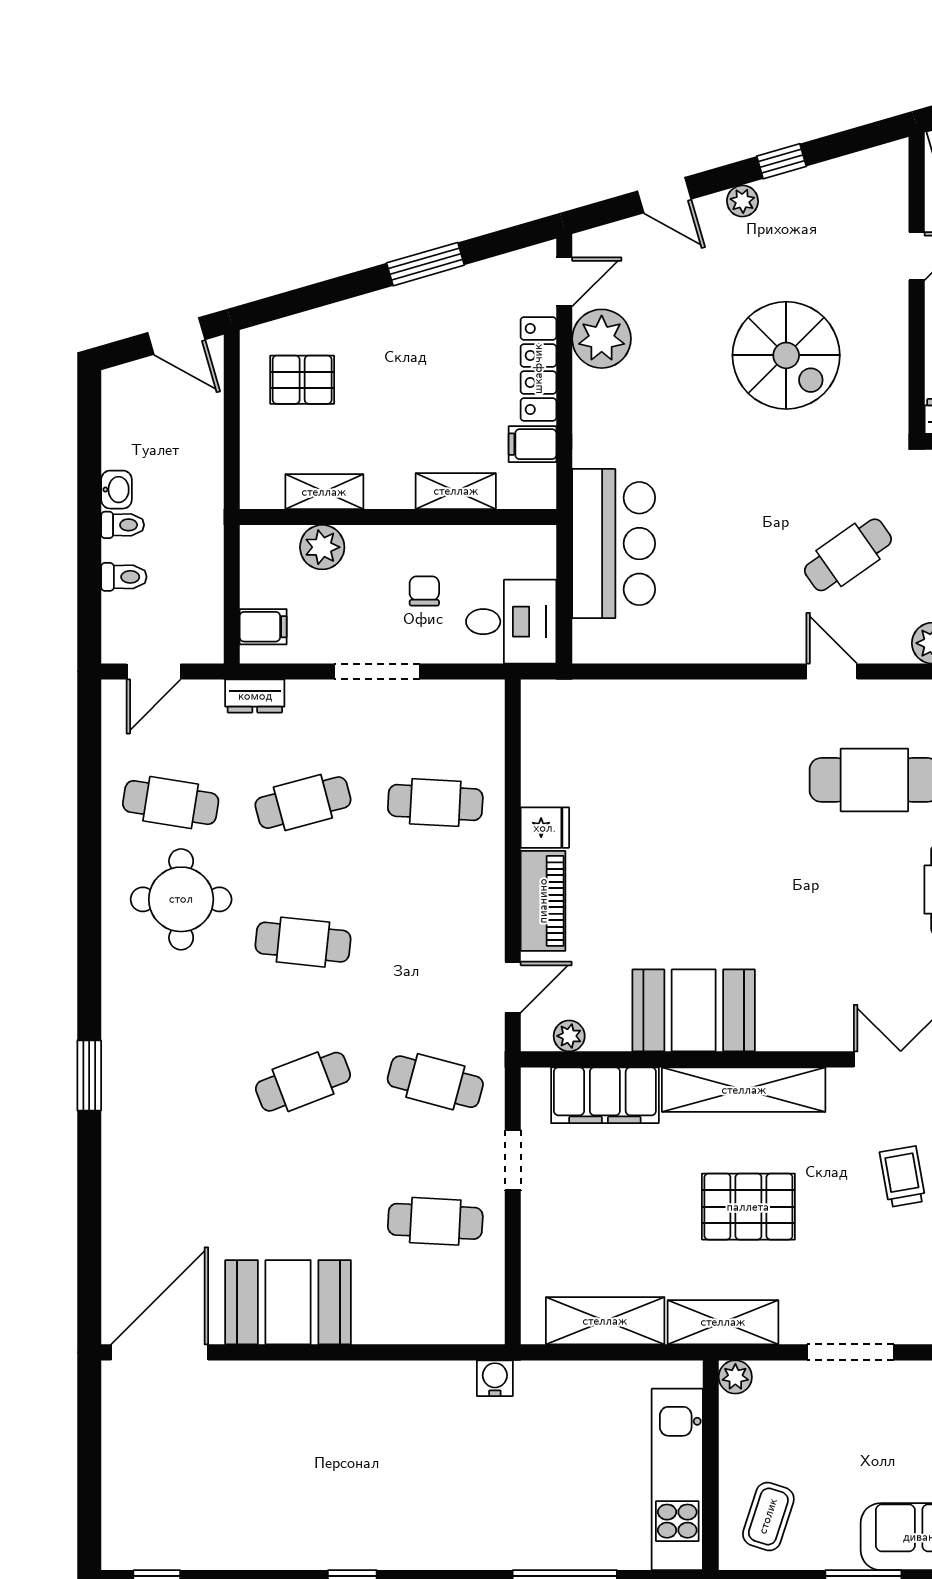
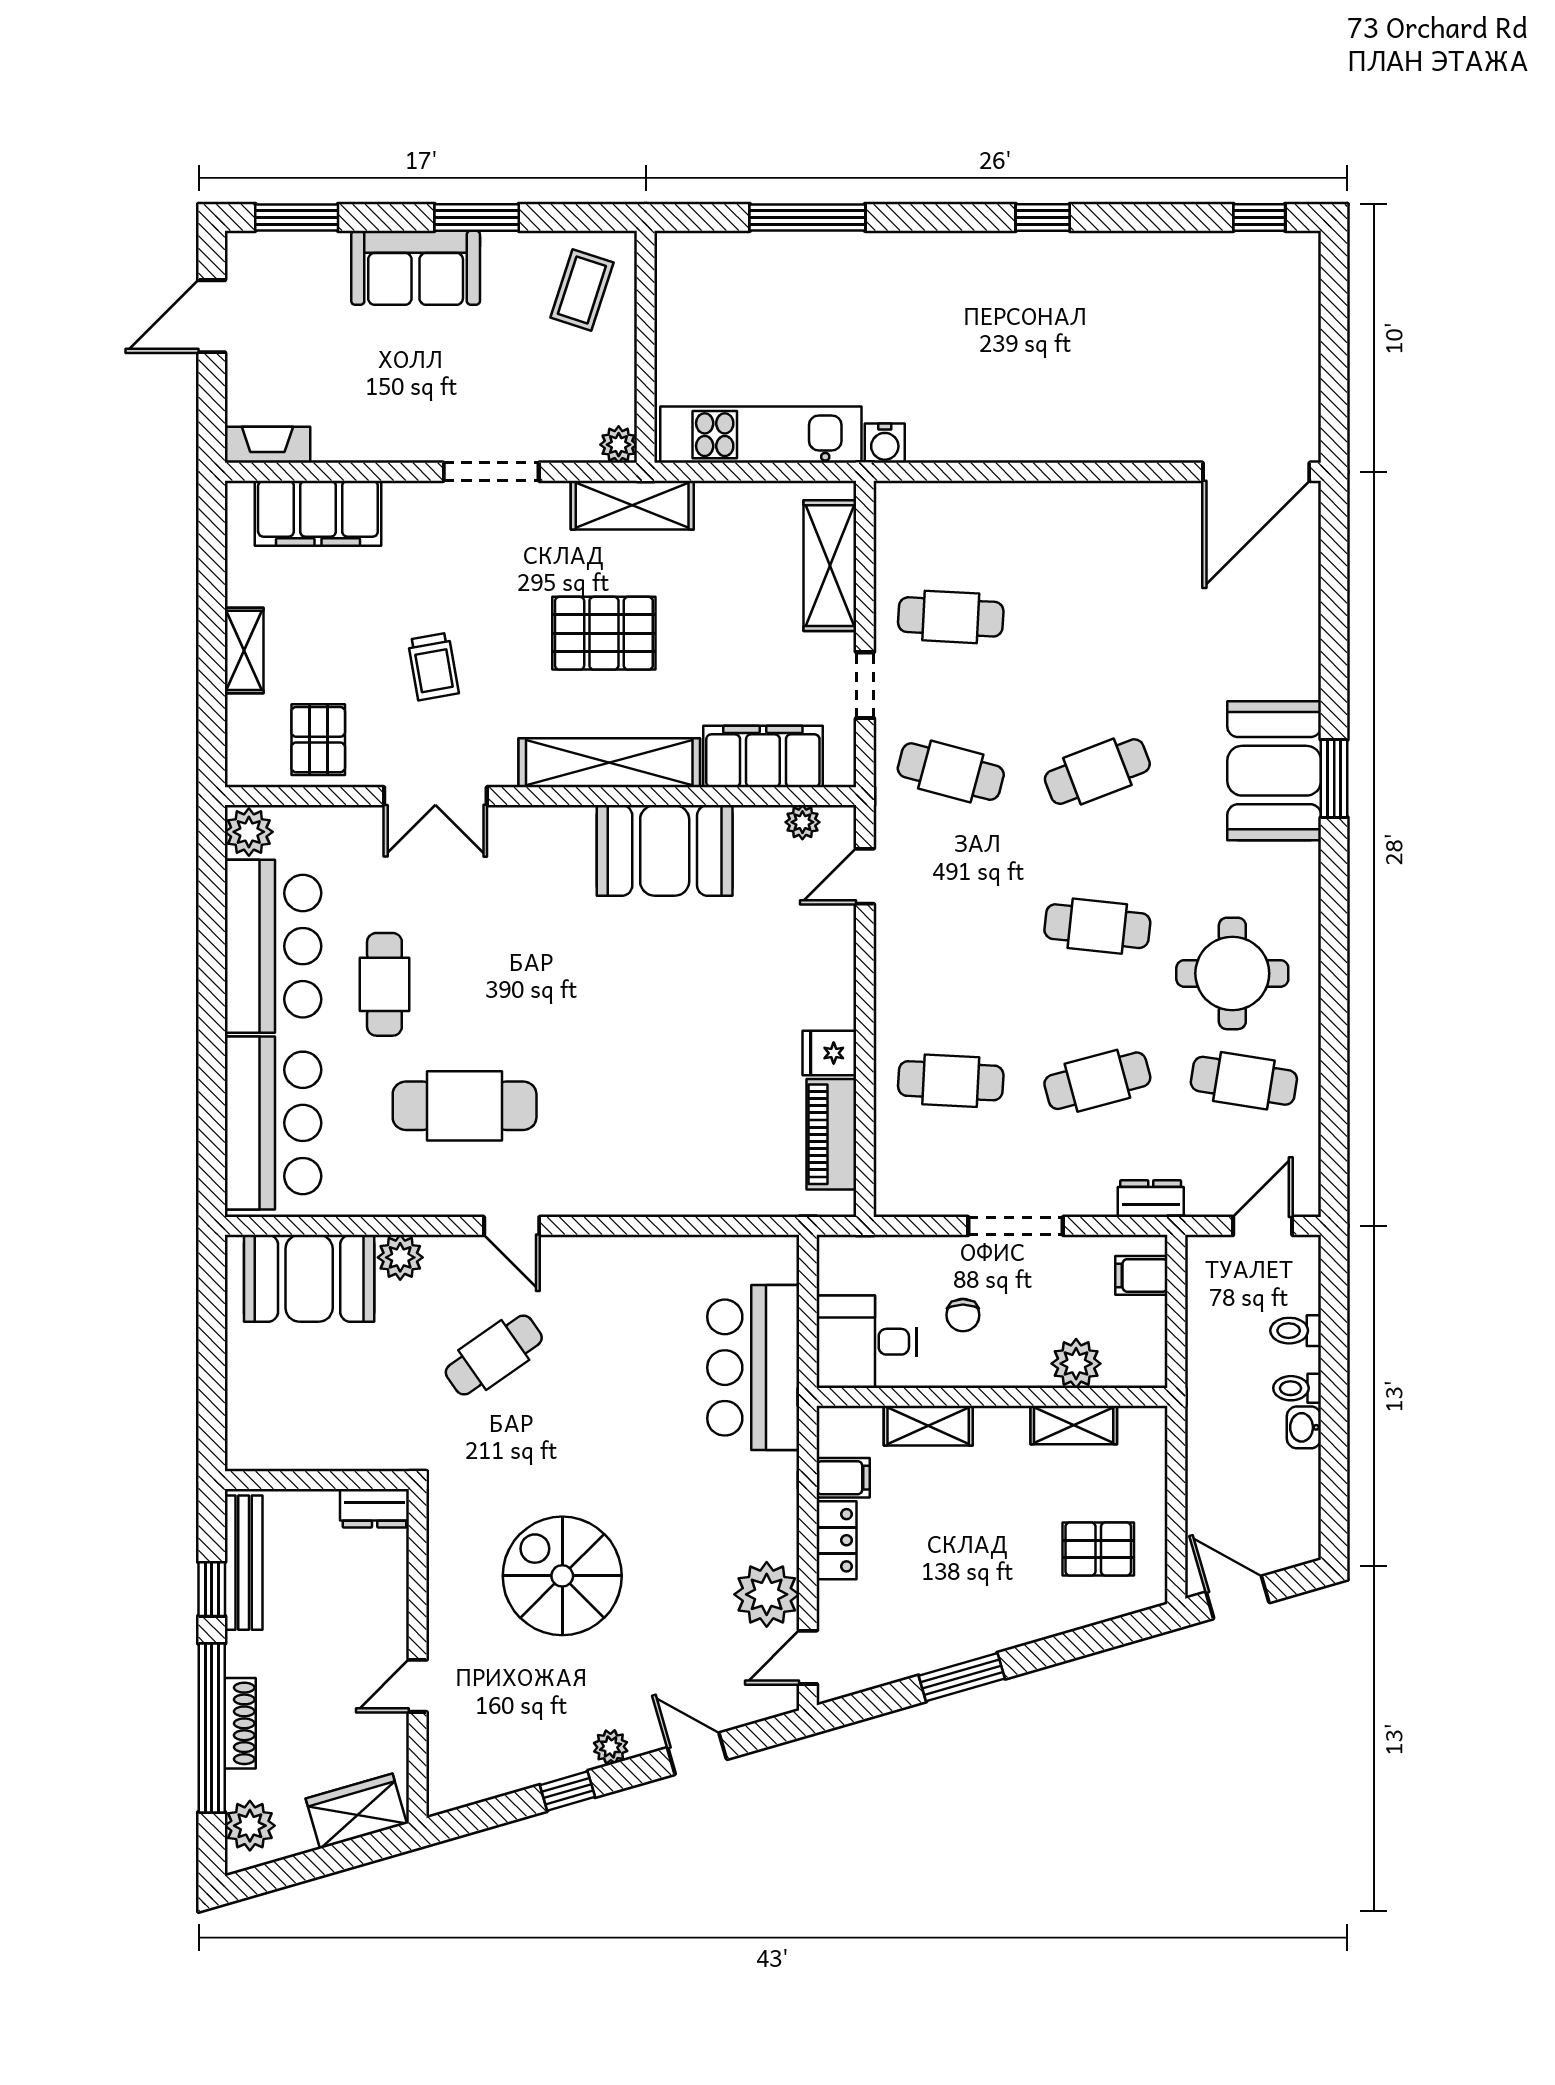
locker: (538, 369) -> (837, 1540), width x0.66
desk: (511, 622) -> (867, 1342), moved
piano: (543, 901) -> (831, 1134), moved
booth: (288, 1302) -> (1274, 771), moved, turned 90
shelving: (605, 1321) -> (830, 566), moved, turned 90
kitchen unit: (677, 1479) -> (761, 435), moved, turned -90

